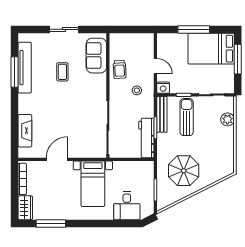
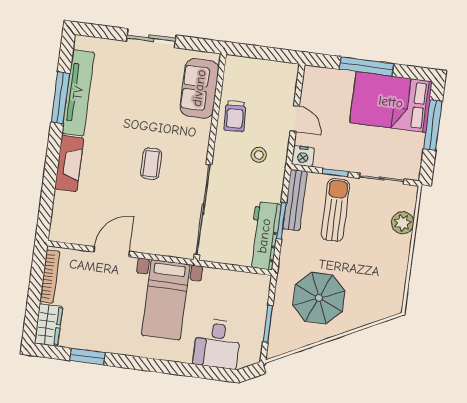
coffee table: (62, 72) -> (151, 164), moved
fireplace: (25, 131) -> (69, 163), moved
window: (51, 224) -> (87, 357), width x0.69

